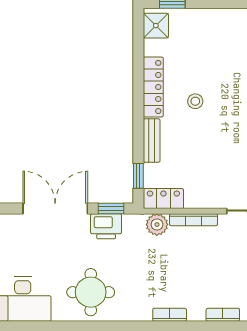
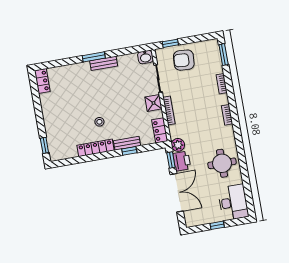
shower: (156, 26) -> (153, 103), moved
window: (138, 176) -> (129, 151), moved
double door: (55, 209) -> (177, 193), swing flipped
plant: (157, 225) -> (178, 145), moved

